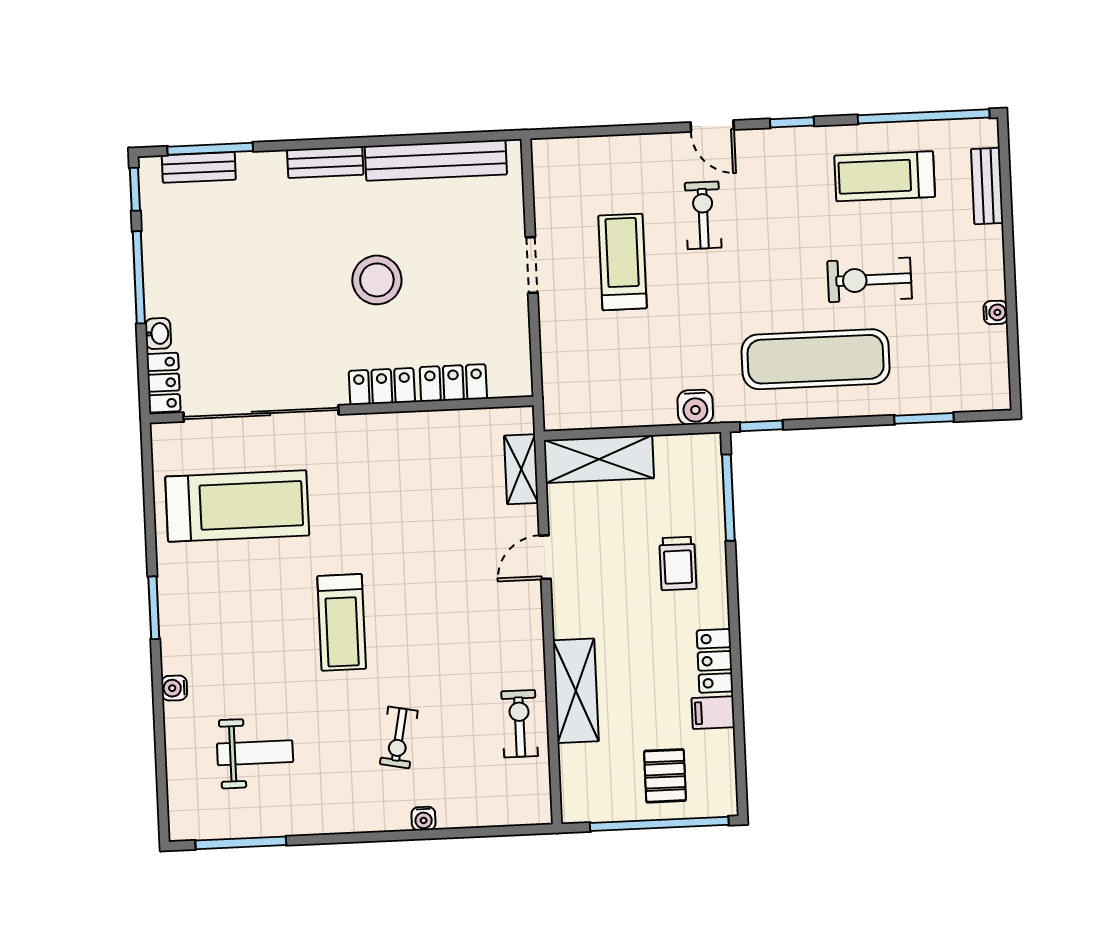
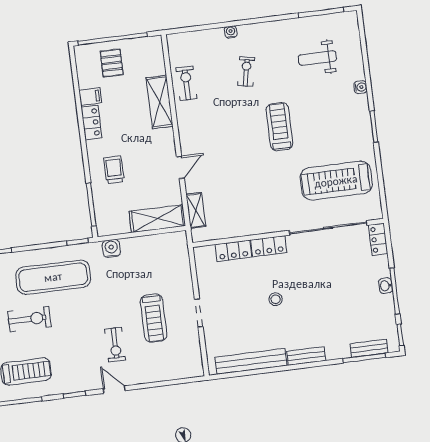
stool: (377, 280) -> (276, 299), width x0.53, depth x0.53
washbasin: (158, 334) -> (386, 286), moved
exercise bike: (520, 724) -> (186, 83), turned 180

